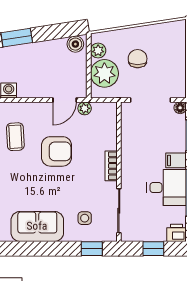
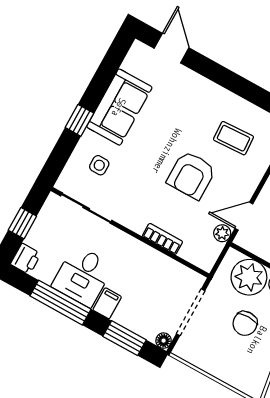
chair: (138, 59) -> (245, 323), turned 90
door: (65, 100) -> (244, 216), hinge flipped
bookcase: (111, 166) -> (162, 239), moved
window: (92, 249) -> (79, 120), moved

